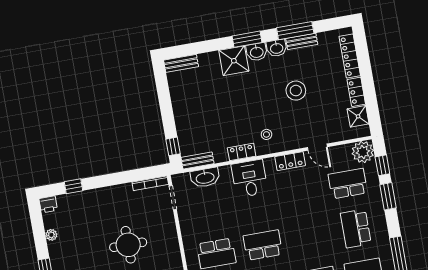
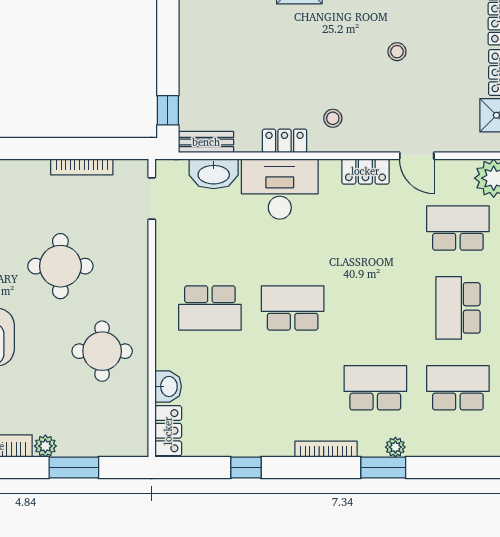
stool: (296, 91) -> (397, 52), width x0.53, depth x0.53
desk: (250, 178) -> (280, 189), width x1.37
bookcase: (150, 183) -> (82, 167), moved

